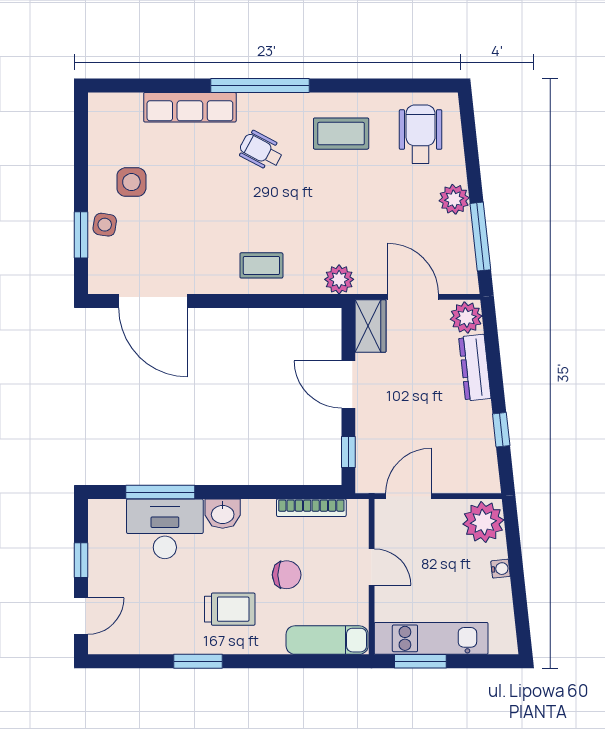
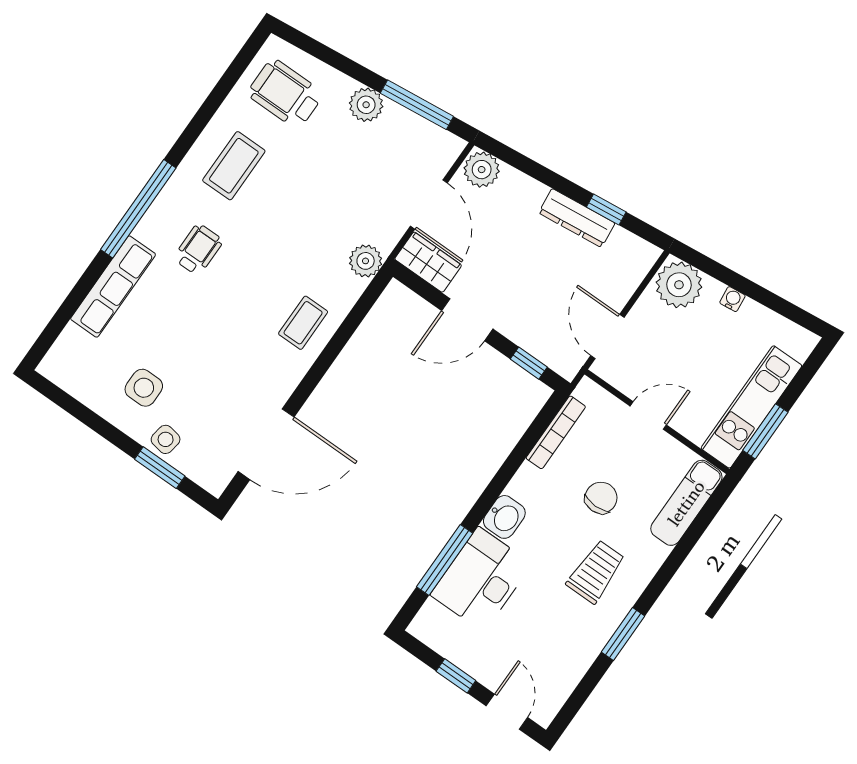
wheelchair: (261, 151) -> (198, 250), turned 152
door: (413, 297) -> (429, 205), swing flipped
dresser: (475, 368) -> (577, 218), moved

